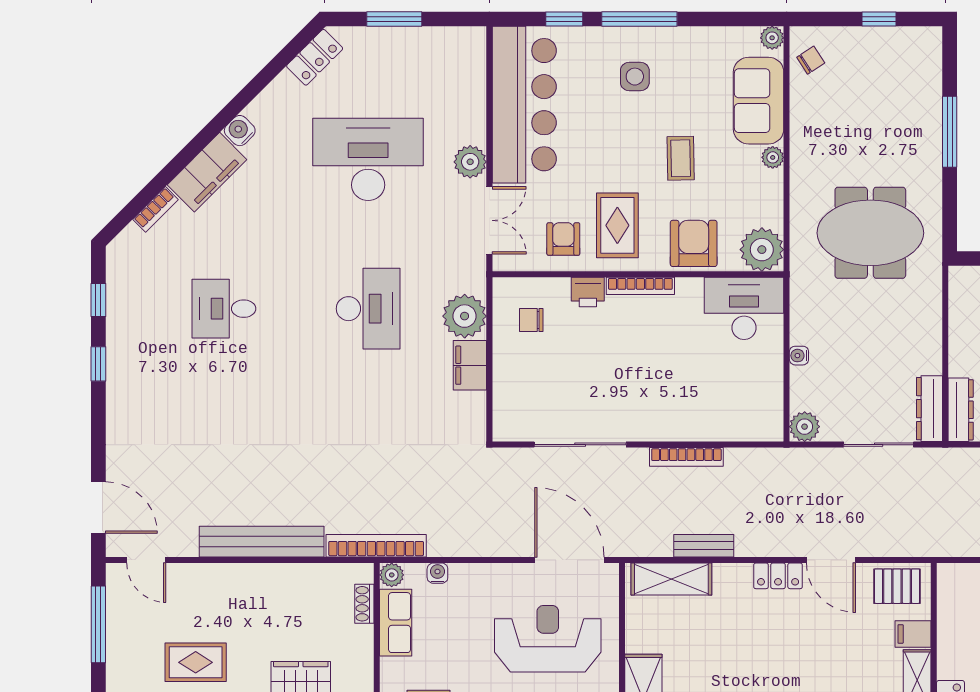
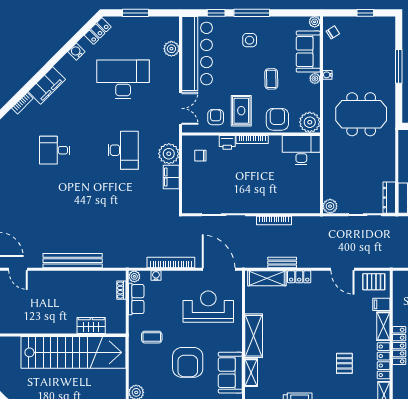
water cooler: (240, 131) -> (76, 52), moved
plant: (470, 162) -> (171, 49), moved
water cooler: (799, 356) -> (327, 75), moved
bookcase: (376, 546) -> (171, 263), moved
locker: (778, 576) -> (299, 277), moved
rug: (196, 662) -> (41, 318), removed

